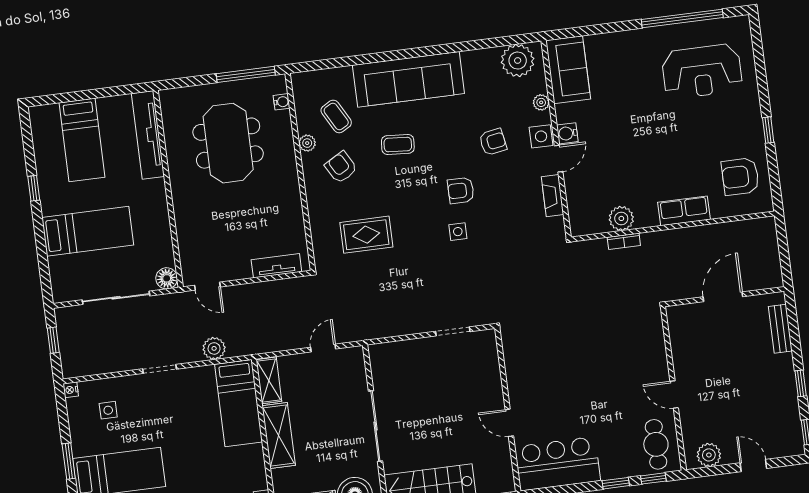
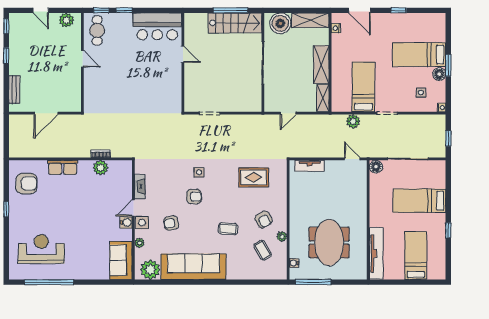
sofa: (408, 79) -> (193, 267), moved
bed: (238, 403) -> (363, 87), moved
floor lamp: (82, 445) -> (439, 74), added

